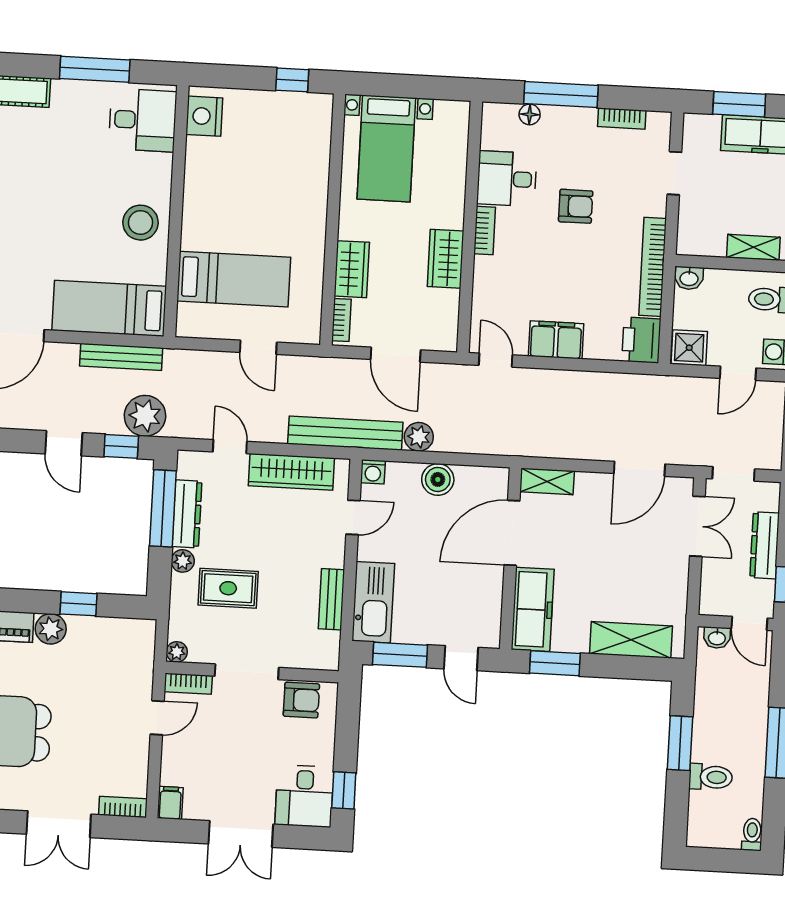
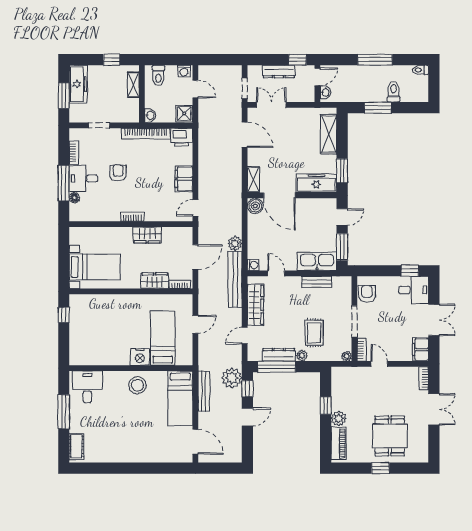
nightstand: (204, 116) -> (140, 357), moved
desk: (507, 179) -> (83, 178), moved, turned 90
boiler: (438, 479) -> (255, 206), moved
filing cabinet: (170, 803) -> (421, 349), width x2.00

